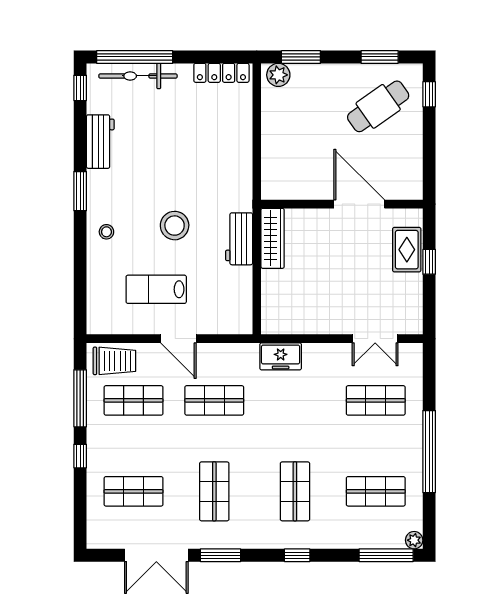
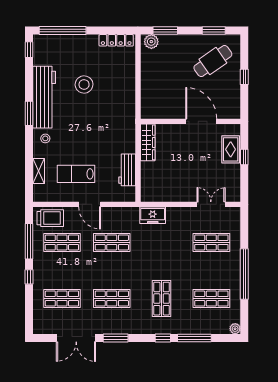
bicycle: (138, 76) -> (65, 42), removed
window: (429, 94) -> (244, 77), moved
workbench: (100, 142) -> (44, 97), width x1.87, depth x1.32
stool: (175, 226) -> (84, 84), moved
workbench: (239, 239) -> (127, 170), moved
shelving: (96, 285) -> (39, 171), added
double door: (375, 339) -> (211, 204), swing flipped
shop shelf: (214, 491) -> (112, 299), turned 90
window: (386, 555) -> (194, 338), moved

